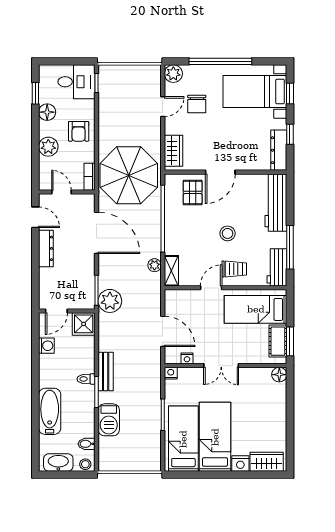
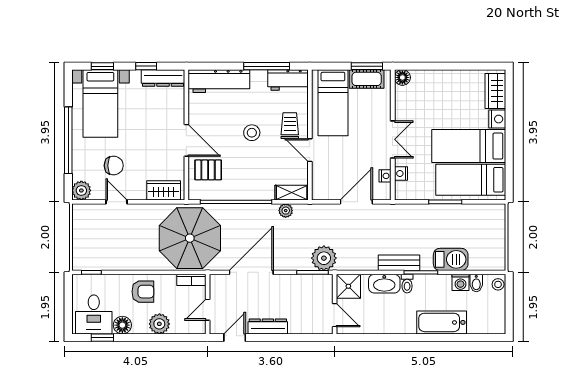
desk: (77, 82) -> (94, 314), moved, turned 180
washing machine: (46, 346) -> (461, 282), moved, turned 180
nightstand: (171, 373) -> (401, 174), moved
washbasin: (58, 462) -> (384, 284), moved, turned -90

